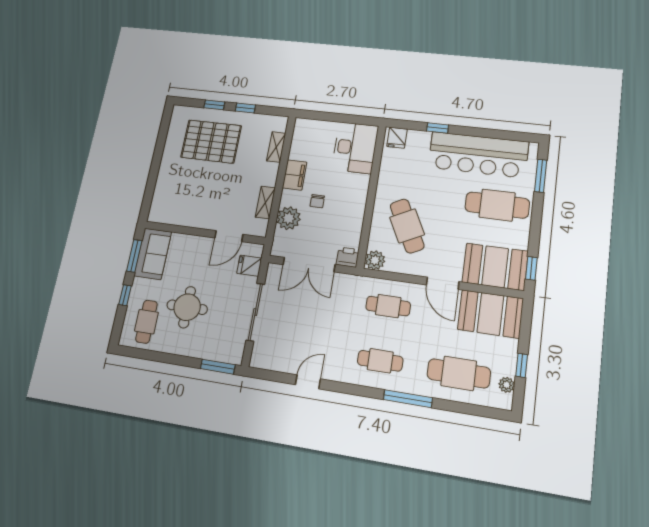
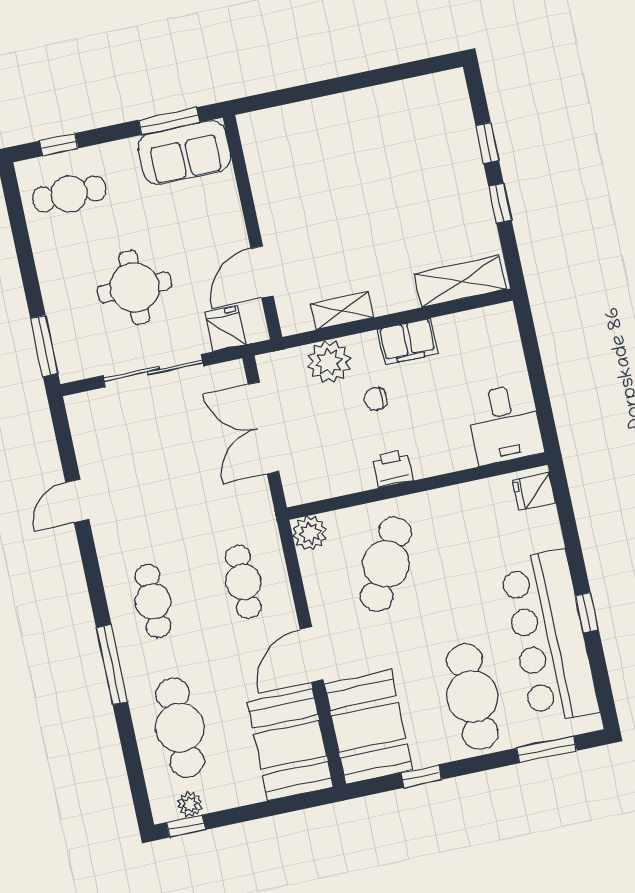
window: (438, 128) -> (587, 612), moved
pallet: (211, 141) -> (417, 167), removed
shelving: (276, 147) -> (460, 281), width x1.50, depth x1.33
desk: (355, 148) -> (504, 424), width x0.73
cafe table: (407, 226) -> (386, 564), turned -35
door: (229, 236) -> (262, 272), hinge flipped
printer: (348, 257) -> (393, 468), moved, turned -90
window: (531, 268) -> (421, 776), moved
window: (125, 295) -> (59, 145), moved
round table: (187, 307) -> (134, 287), moved
window: (522, 365) -> (186, 826), moved
door: (308, 382) -> (77, 501), swing flipped

